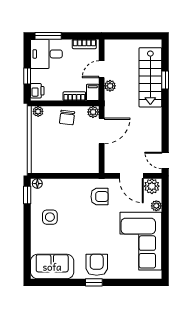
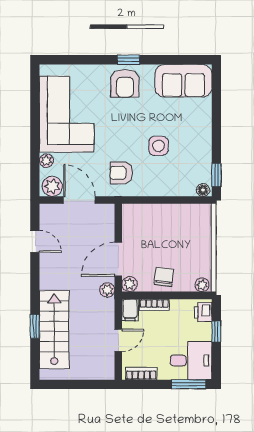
plant: (110, 86) -> (107, 290), moved
door: (165, 160) -> (35, 241), moved
side table: (50, 217) -> (159, 146), moved

